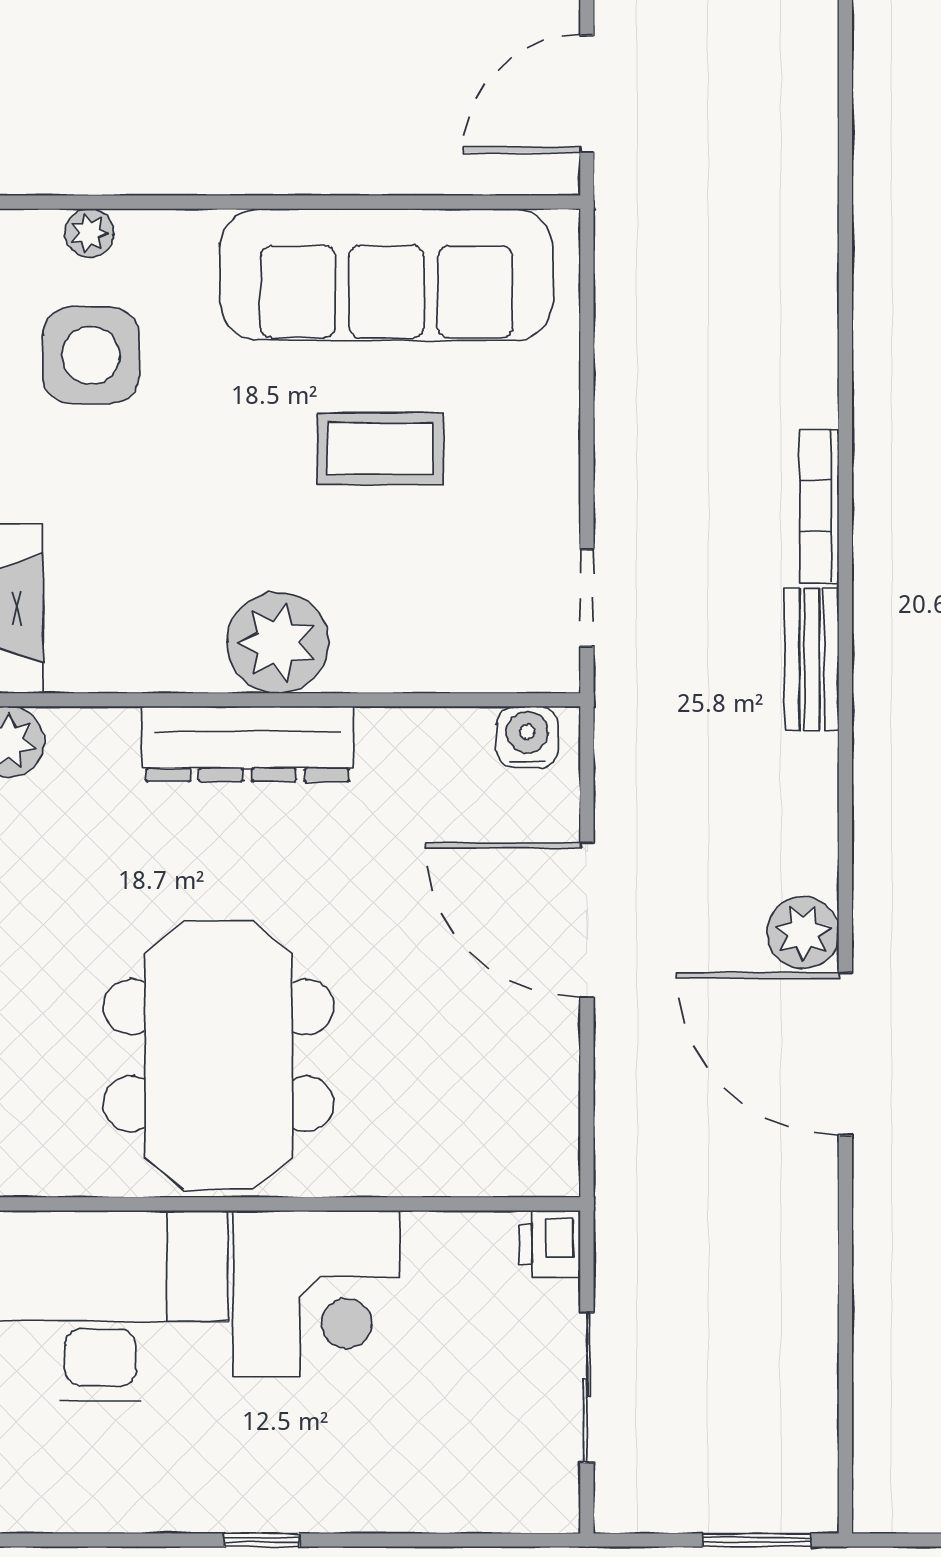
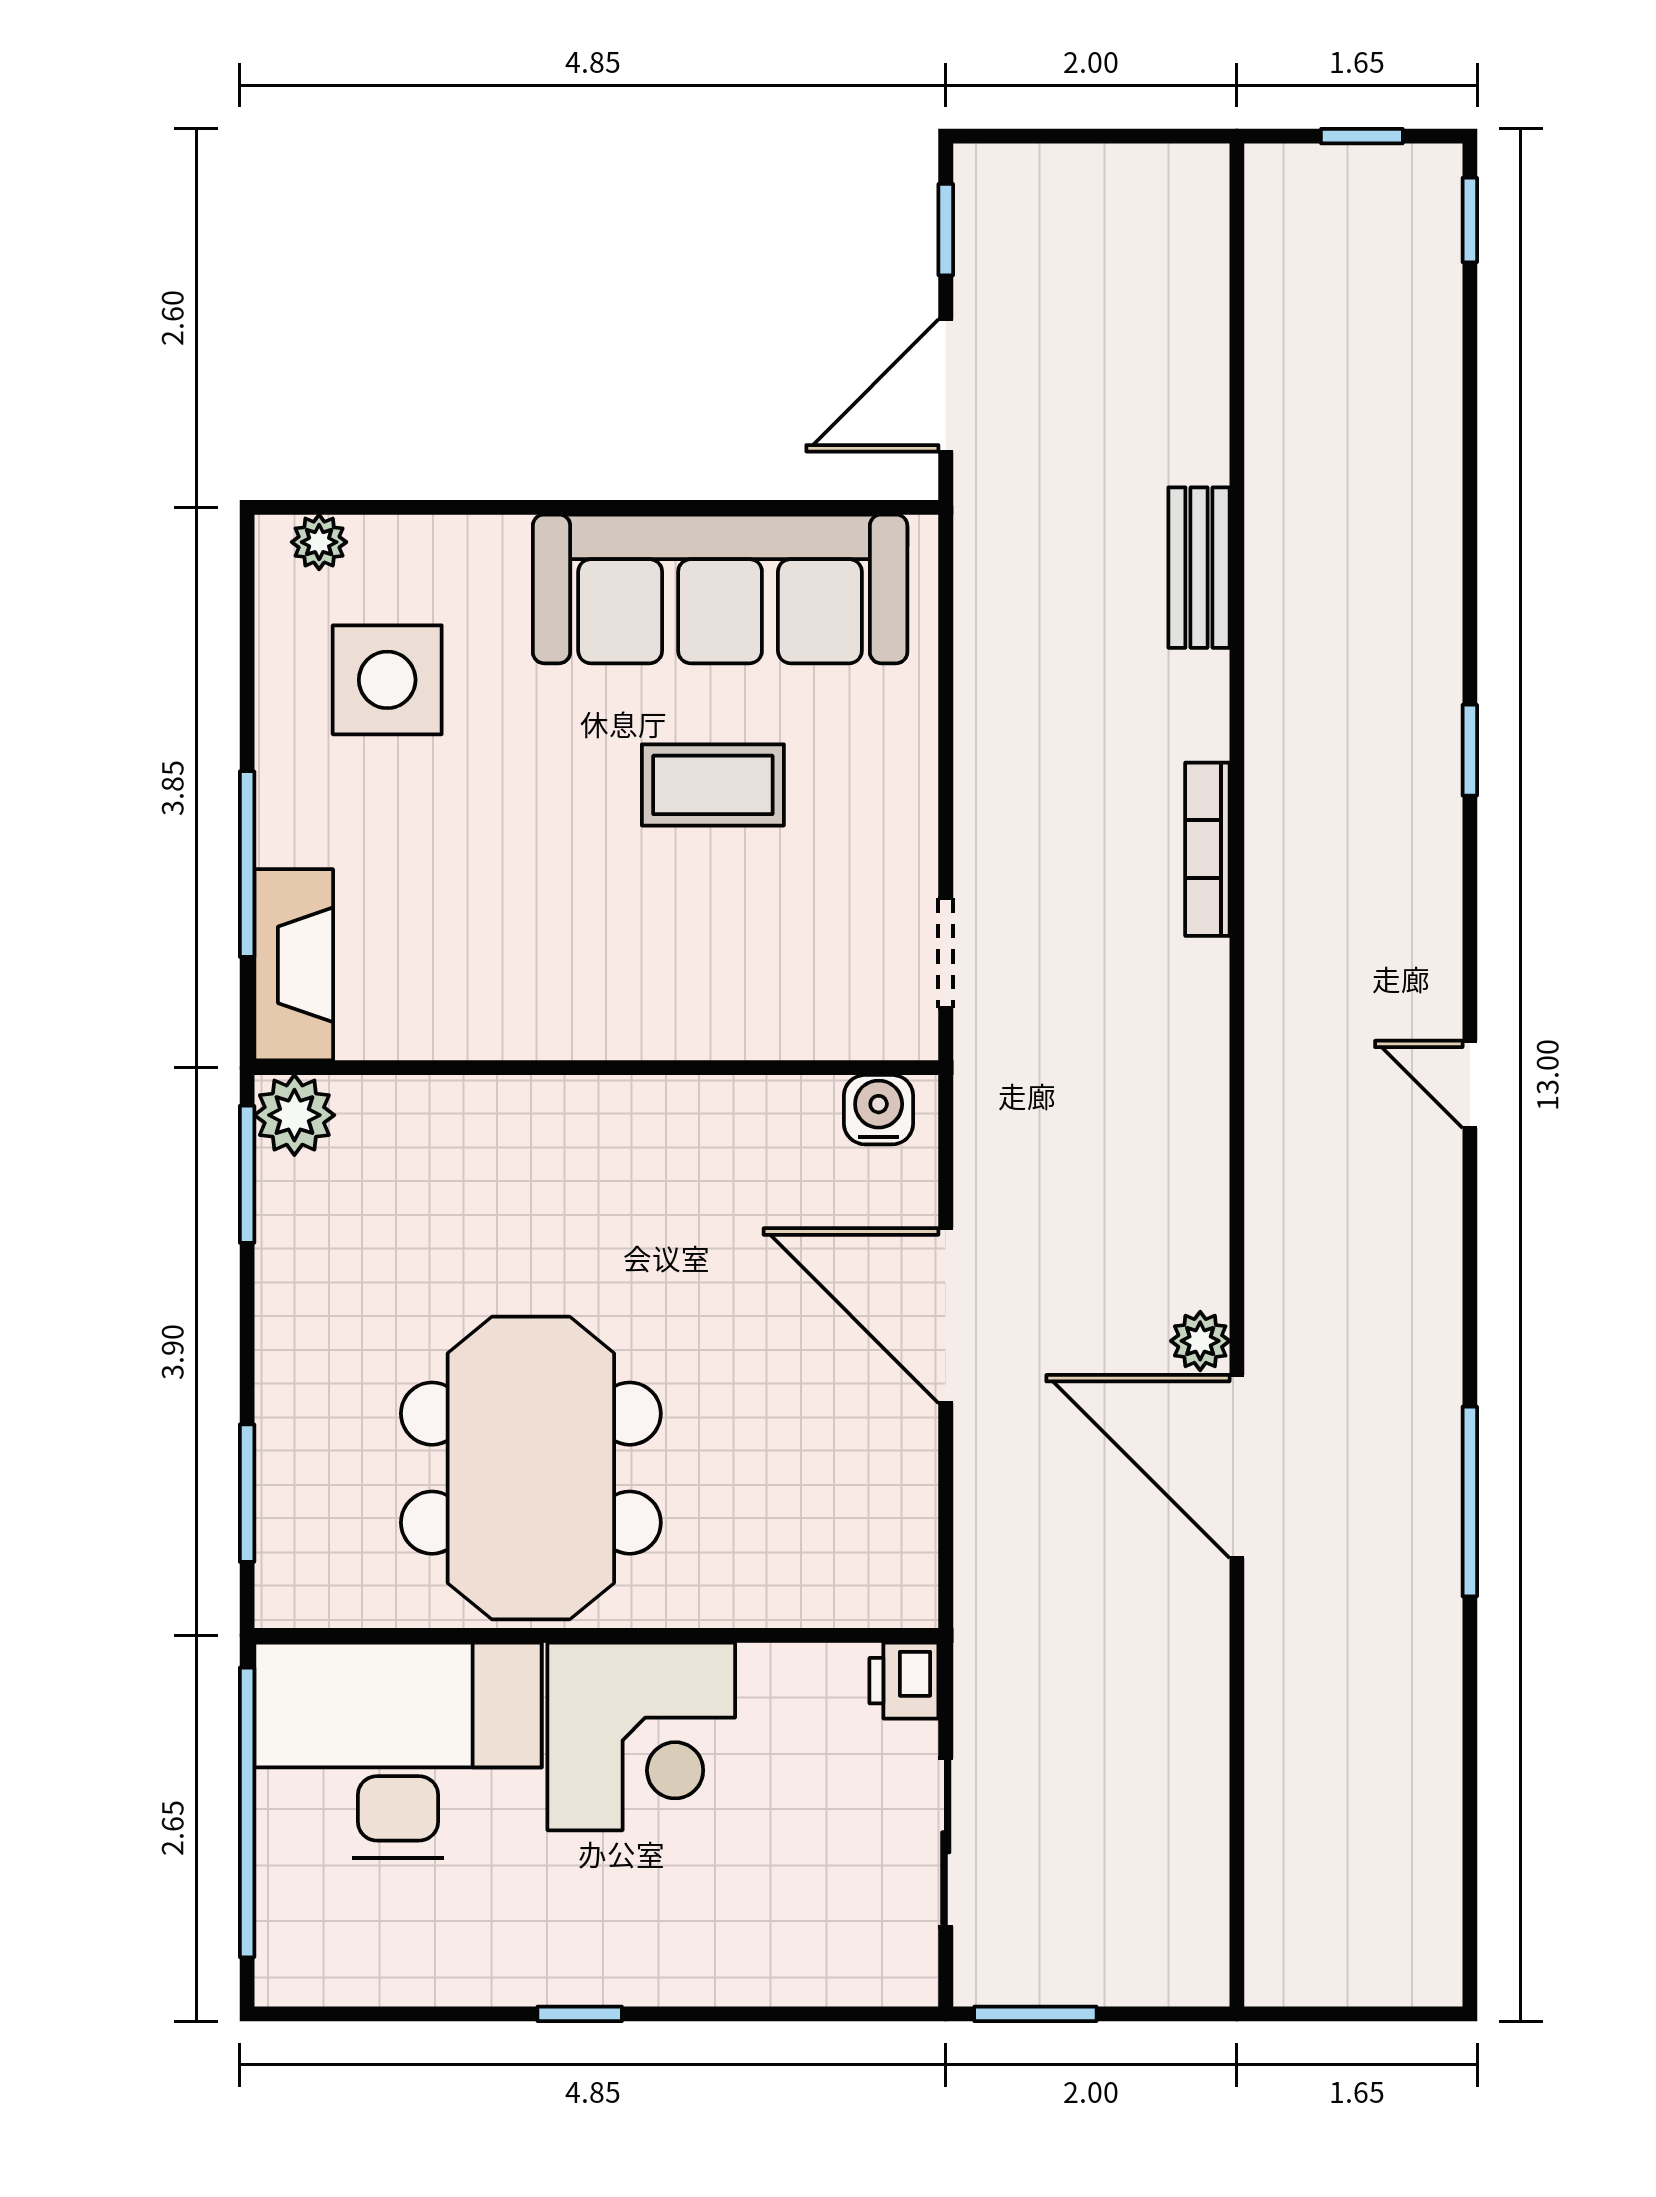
plant: (89, 233) -> (319, 542), moved
plant: (278, 643) -> (598, 1003), removed
bench: (812, 659) -> (1199, 568), moved
dresser: (247, 744) -> (563, 1117), removed
plant: (803, 933) -> (1200, 1341), width x0.73, depth x0.73
window: (757, 1540) -> (1035, 2014), moved

